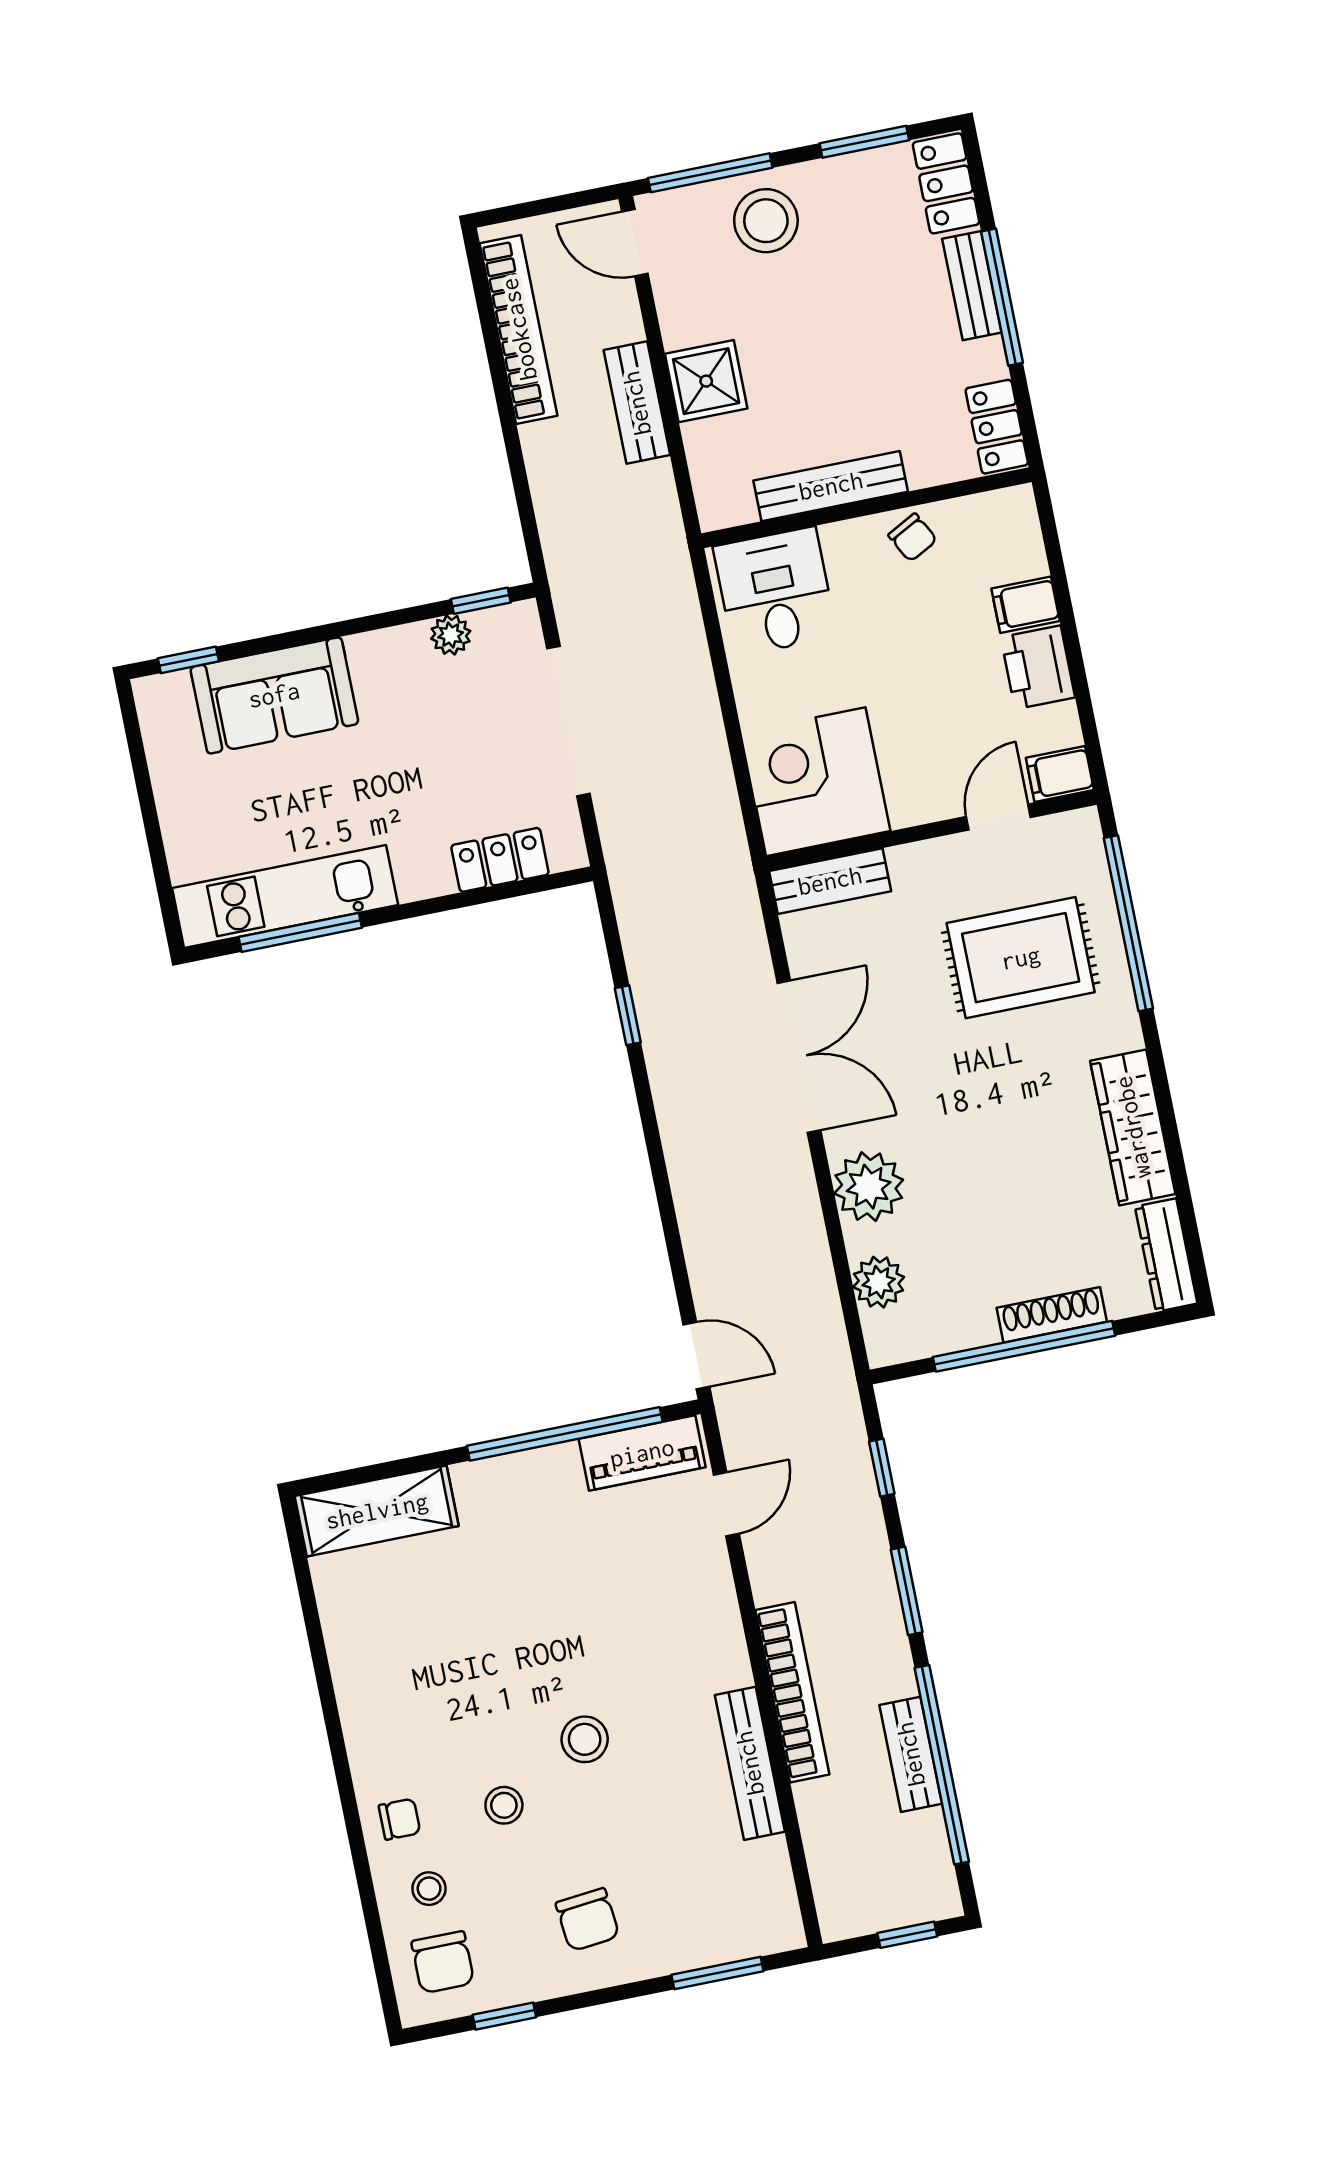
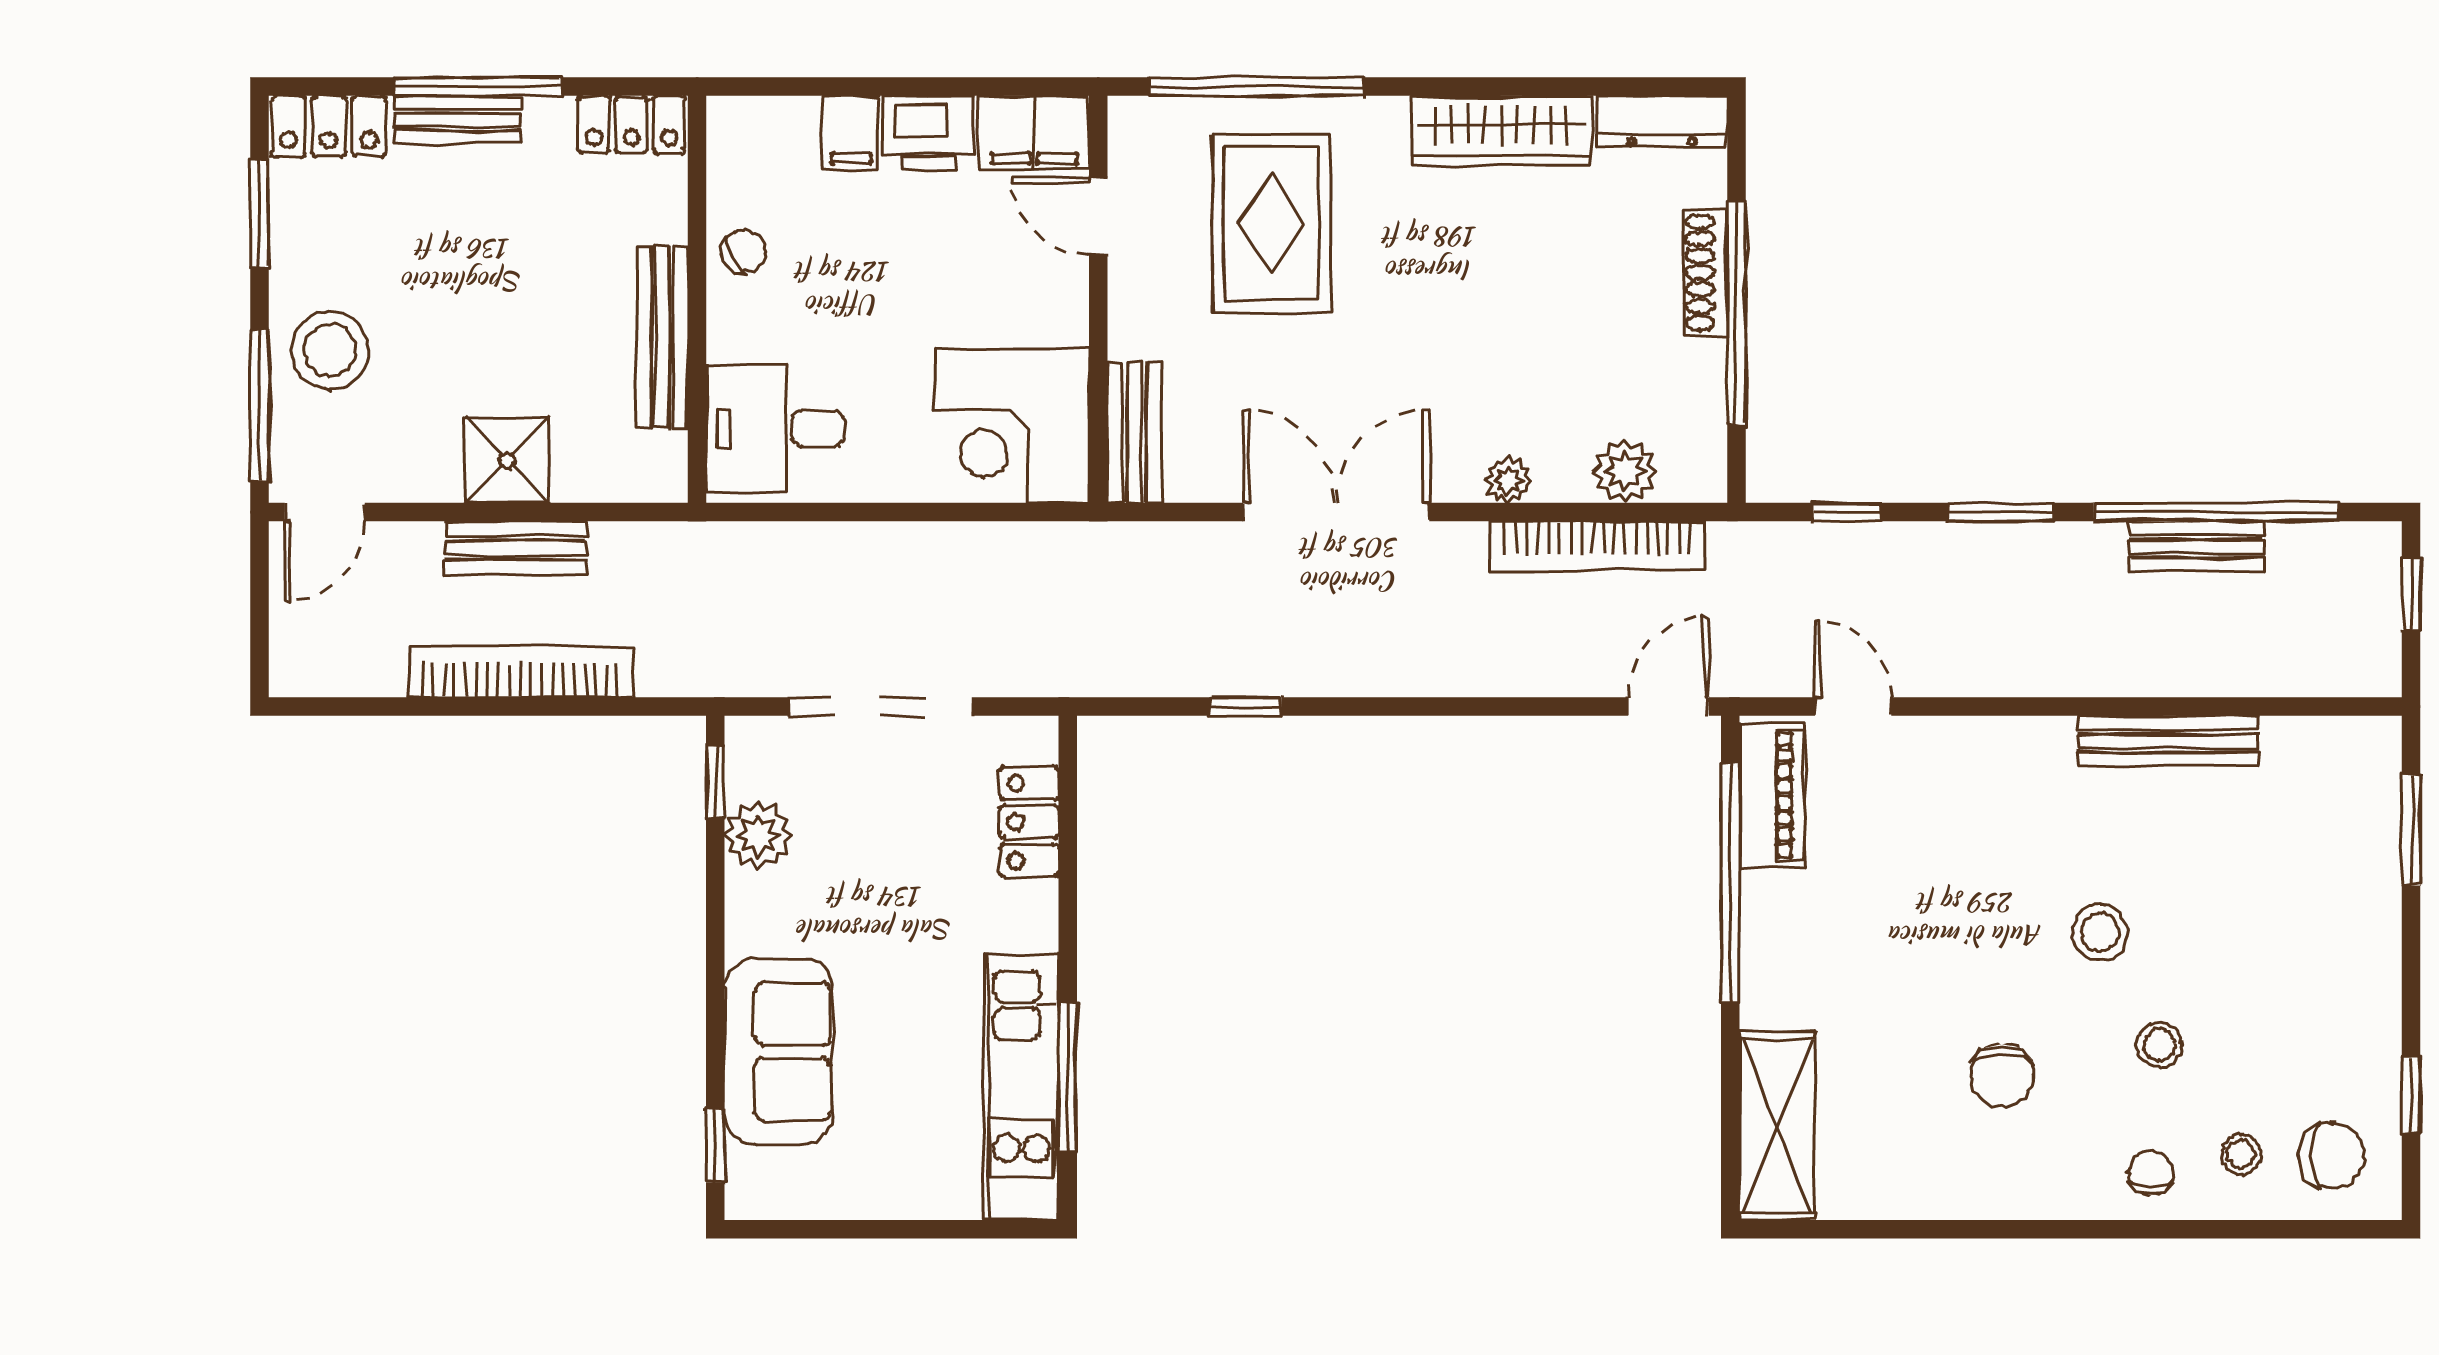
bookcase: (519, 329) -> (520, 672), moved
plant: (451, 635) -> (758, 836), width x1.38, depth x1.38
filing cabinet: (1060, 774) -> (1034, 132), width x2.00
plant: (869, 1187) -> (1508, 480), width x0.53, depth x0.53
bookcase: (792, 1692) -> (1598, 546), moved, turned 180
chair: (588, 1920) -> (2002, 1076), moved, turned 96

